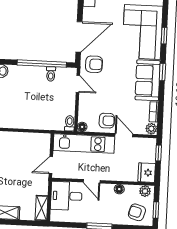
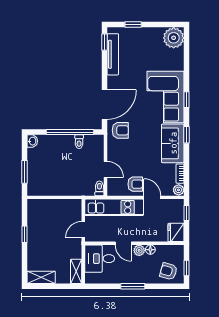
door: (78, 84) -> (106, 169), moved
floor lamp: (82, 127) -> (112, 191), removed
plant: (145, 191) -> (139, 250), moved

